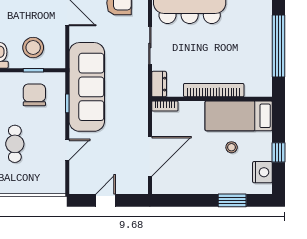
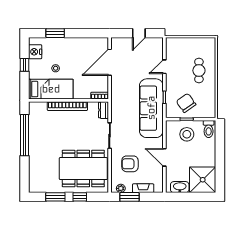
chair: (34, 95) -> (186, 103), turned 145

